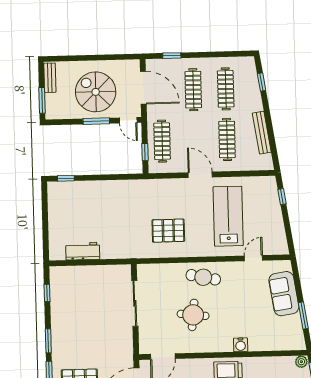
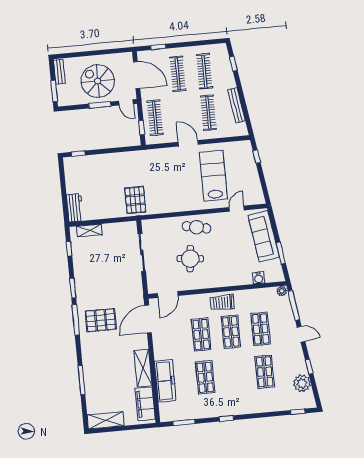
pallet: (168, 231) -> (135, 200), moved, turned 90
workbench: (83, 251) -> (75, 208), moved, turned 90
shelving: (73, 272) -> (89, 230), added
sofa: (284, 294) -> (264, 236), width x1.36
water cooler: (241, 345) -> (259, 278), moved

